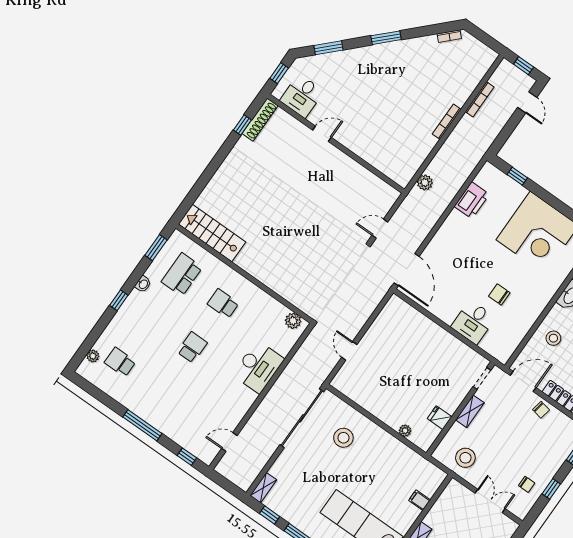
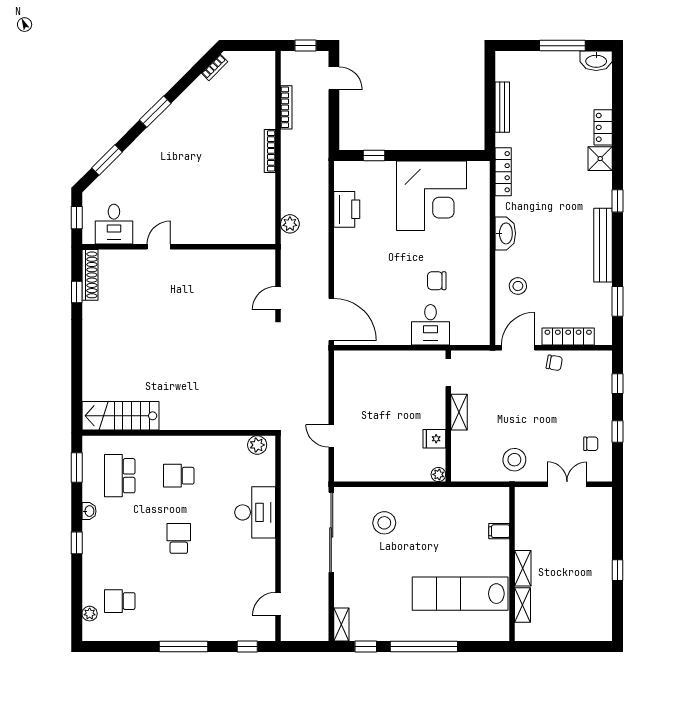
doorway: (482, 378) -> (448, 373), moved
wall: (461, 409) -> (448, 416), moved
shelving: (470, 411) -> (459, 412), moved
fridge: (440, 418) -> (434, 439), moved

